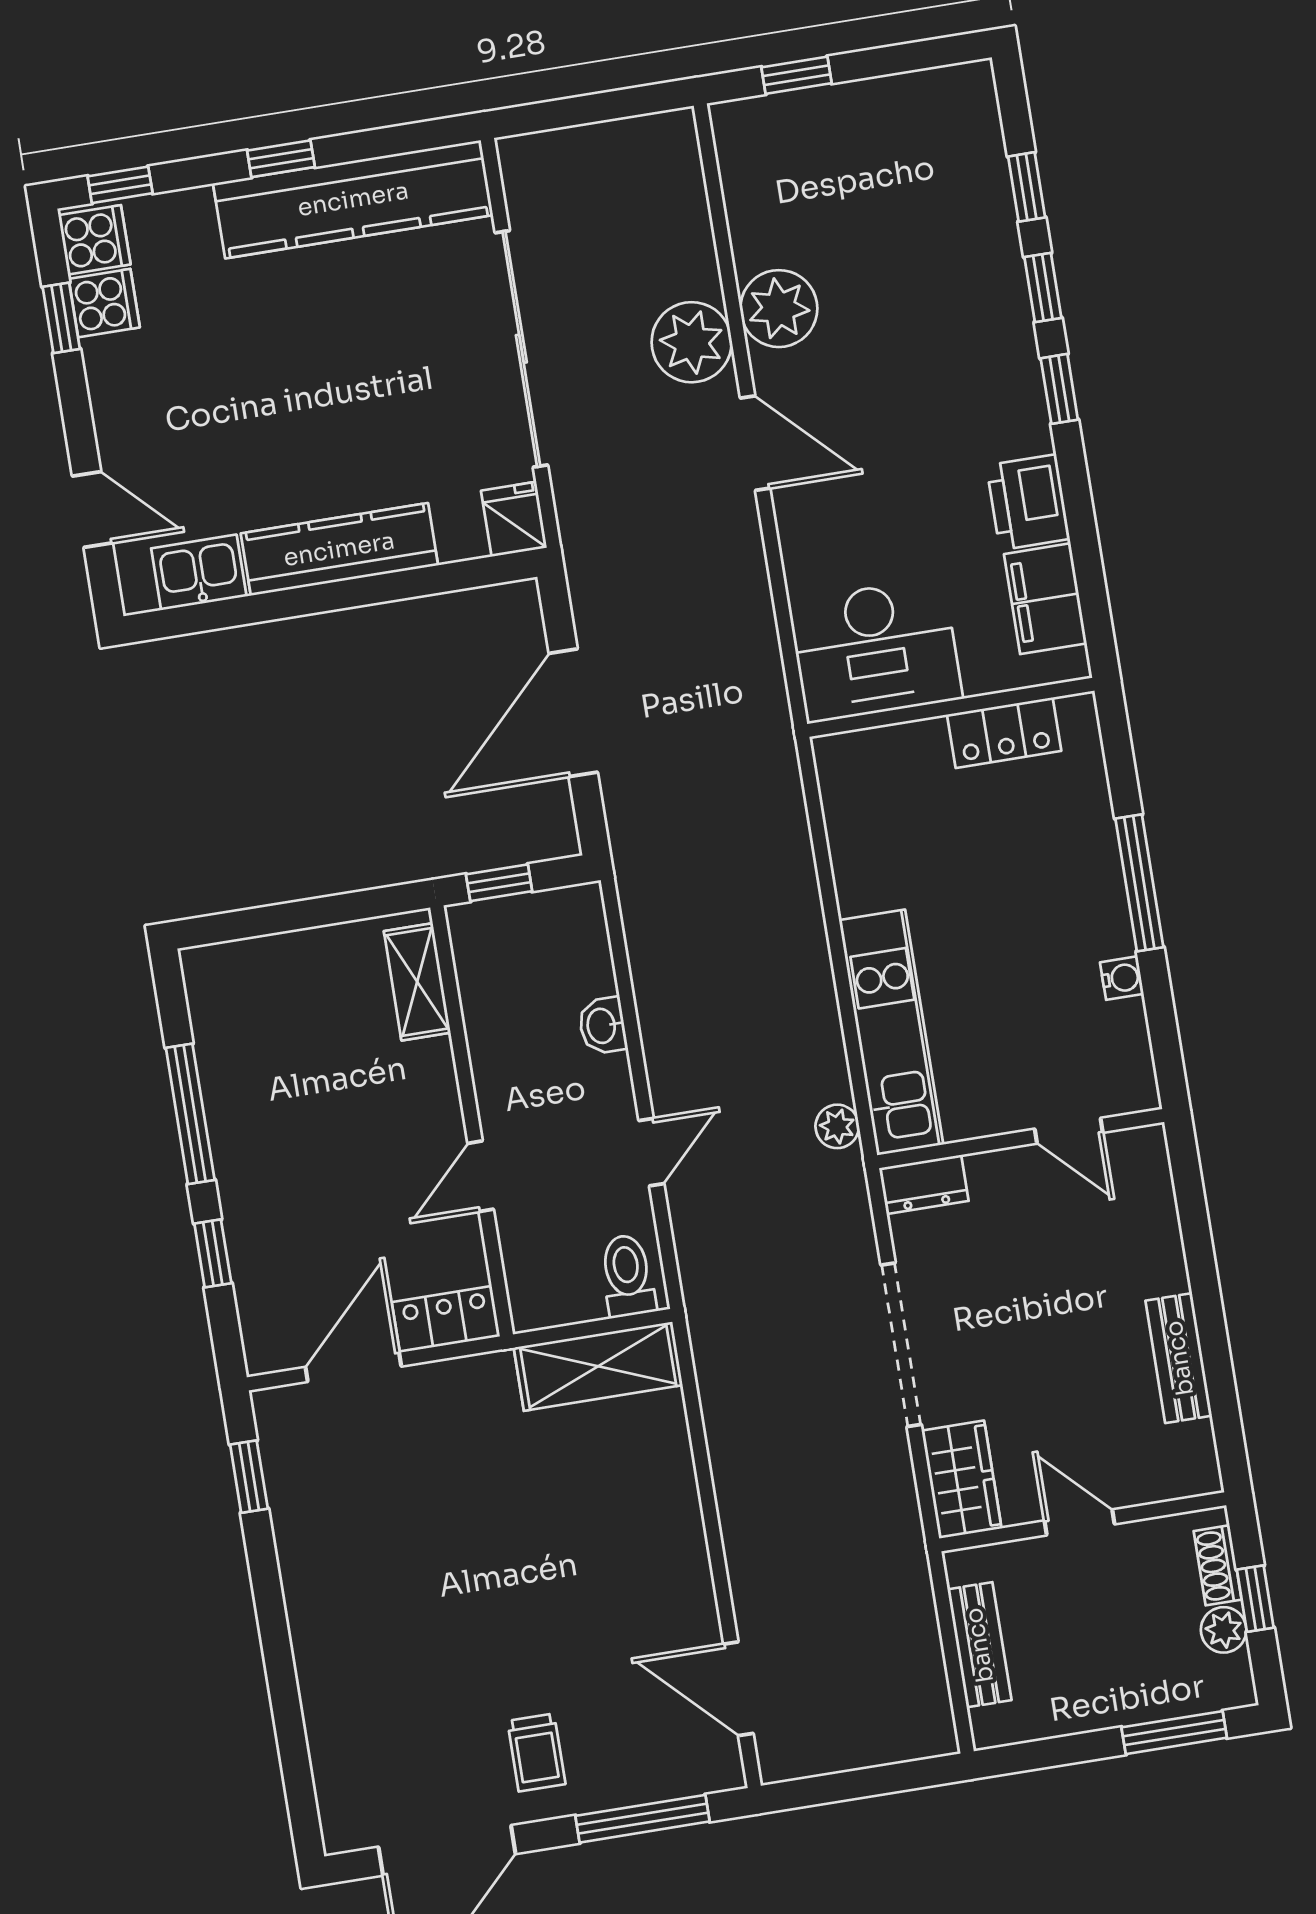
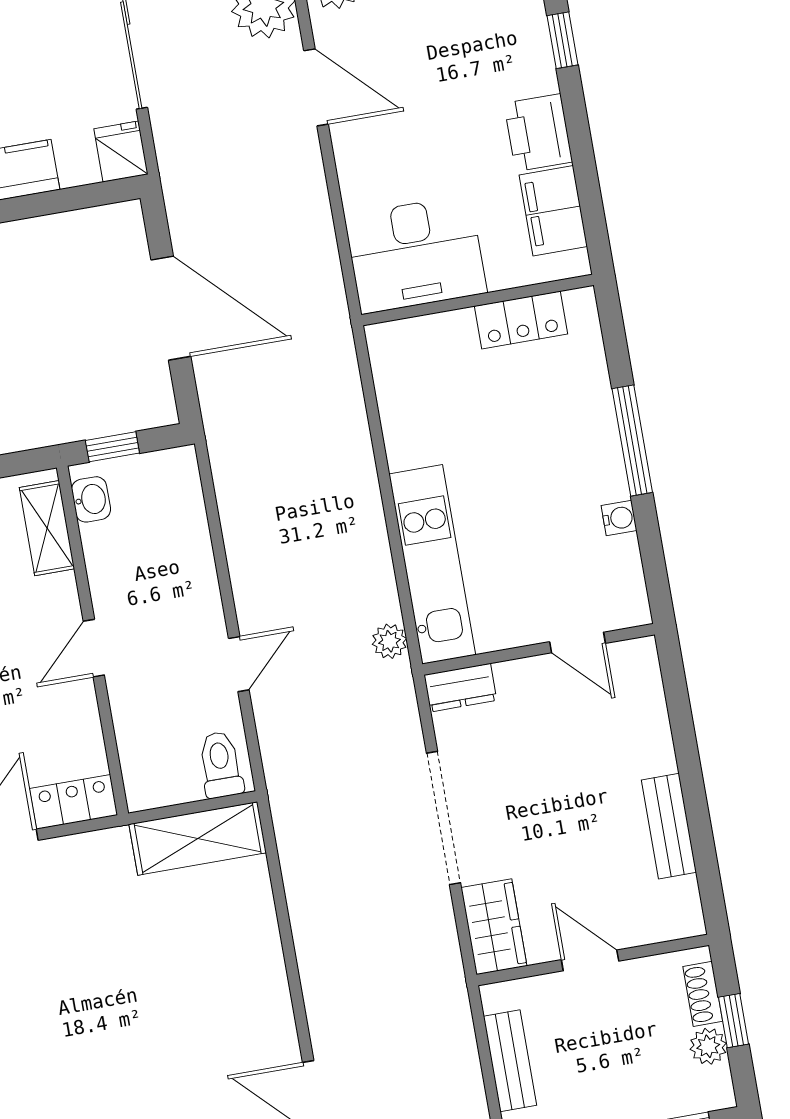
door: (573, 713) -> (171, 308), swing flipped
washbasin: (602, 1026) -> (91, 499), moved, turned 180
door: (481, 1176) -> (94, 648), moved

